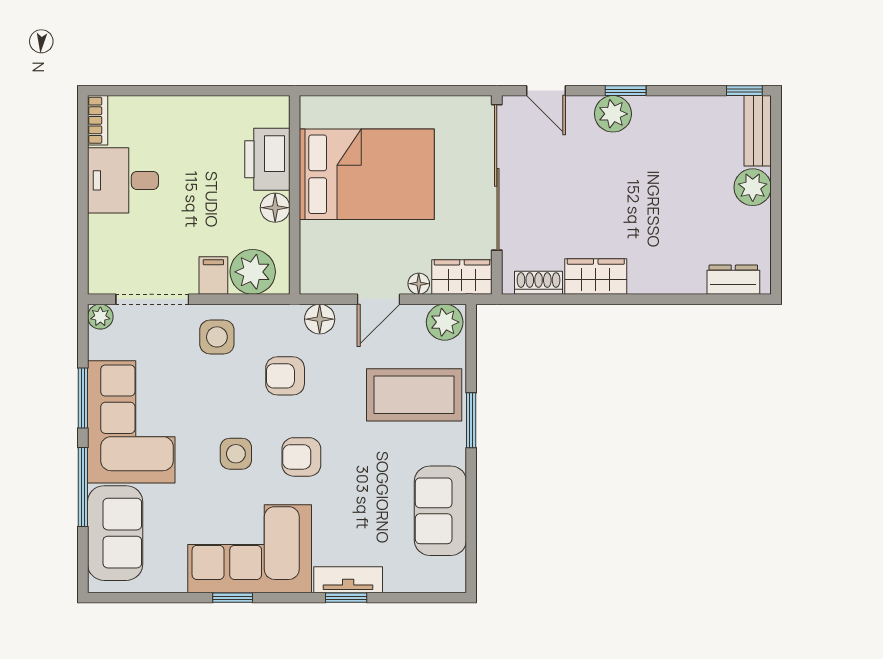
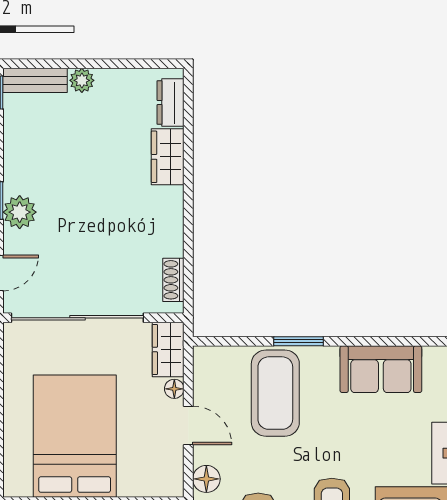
plant: (753, 187) -> (82, 80), width x0.73, depth x0.73
wardrobe: (596, 277) -> (168, 157), moved
plant: (445, 322) -> (209, 365), removed

